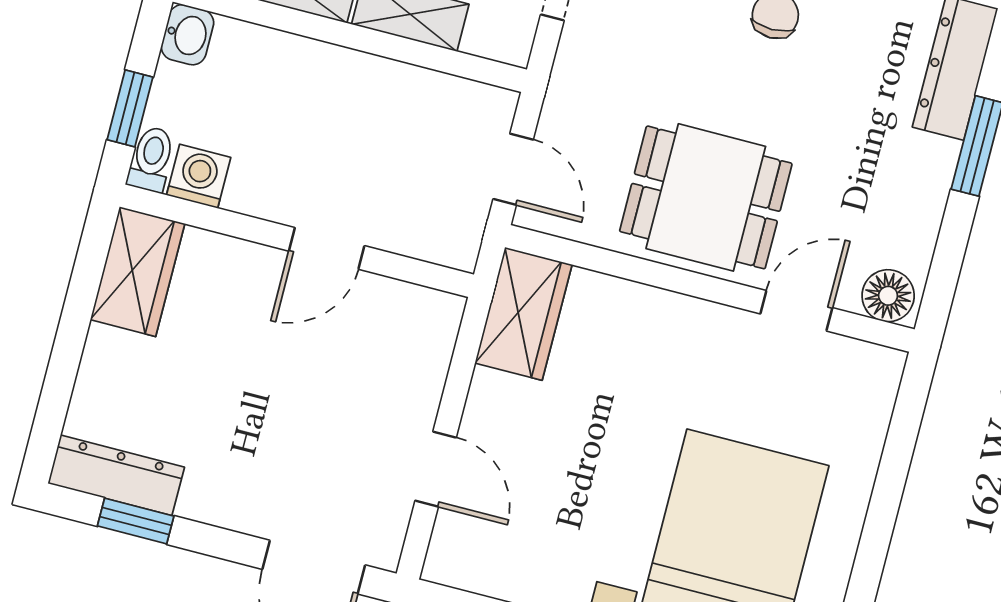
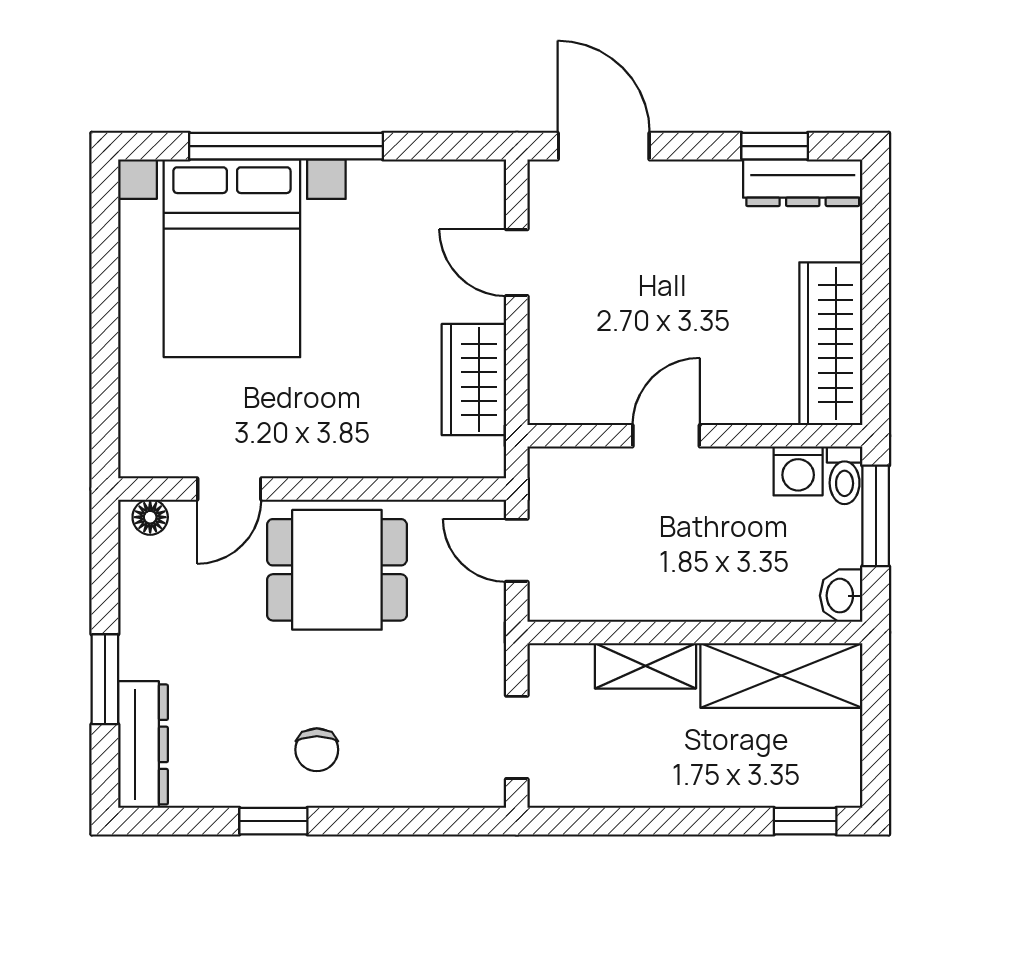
window: (130, 108) -> (876, 516), width x1.50
wardrobe: (138, 272) -> (831, 344), width x1.50
floor lamp: (888, 296) -> (150, 517), width x0.73, depth x0.73
wardrobe: (523, 314) -> (474, 380), moved

